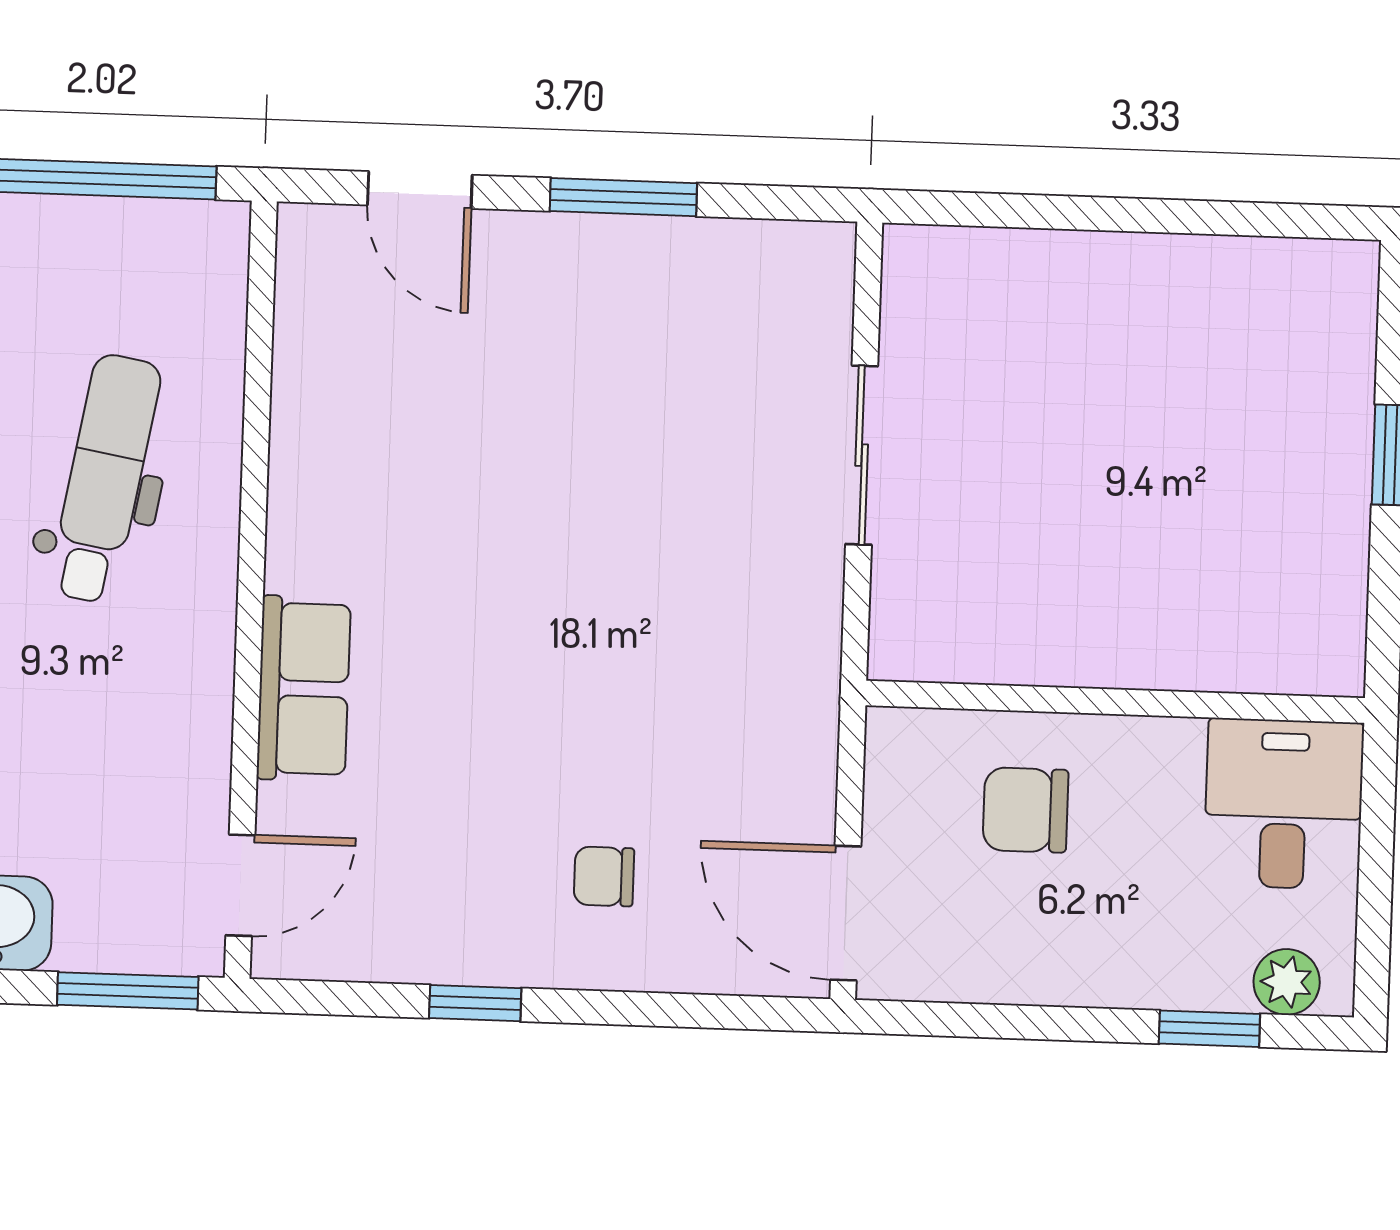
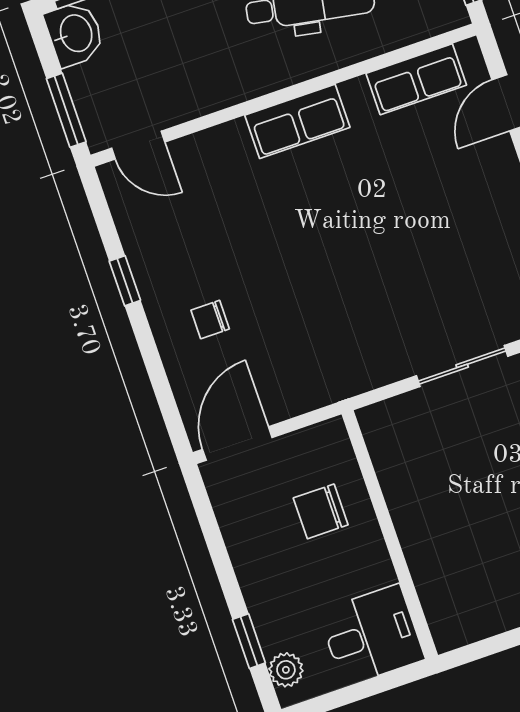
row of seats: (314, 339) -> (416, 79), added
row of seats: (304, 688) -> (297, 121), moved
chair: (1025, 810) -> (321, 511), turned -90
chair: (604, 876) -> (210, 320), turned -90

